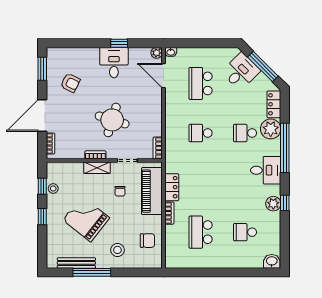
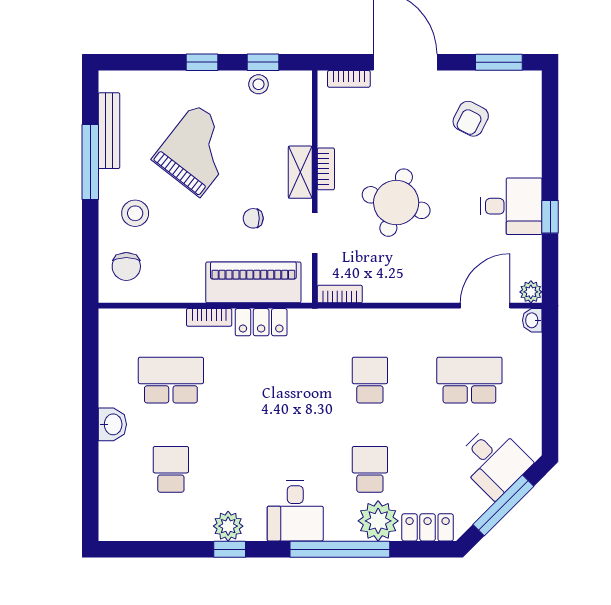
chair: (147, 241) -> (126, 266), moved
washbasin: (272, 261) -> (112, 424), moved

